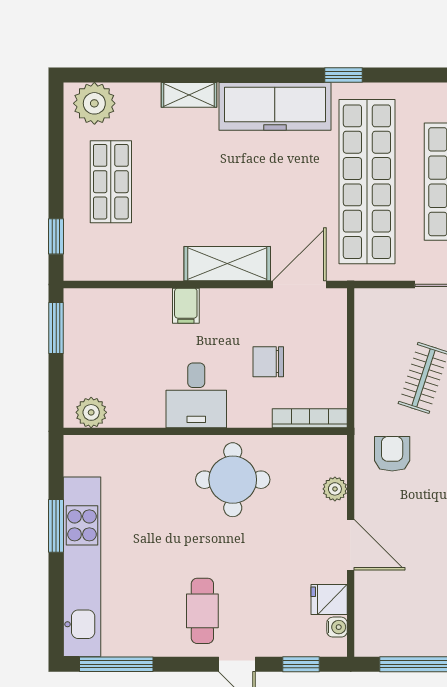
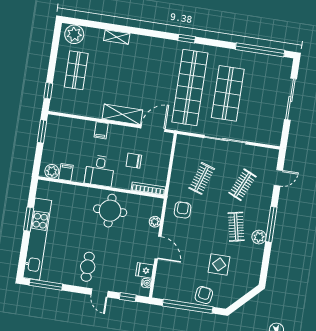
freezer: (275, 106) -> (154, 48), removed
filing cabinet: (122, 410) -> (66, 172), added

